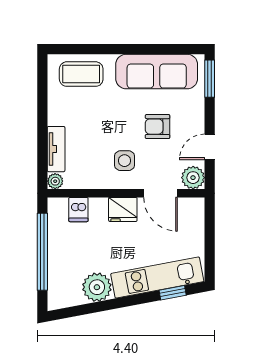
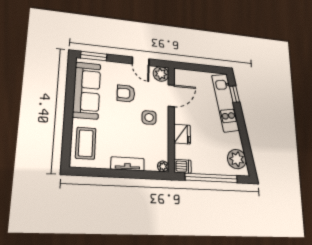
armchair: (158, 127) -> (126, 93), turned 90
tv unit: (56, 149) -> (128, 164), moved
fridge: (123, 209) -> (182, 134), moved
dishwasher: (78, 210) -> (183, 166), moved
plant: (97, 287) -> (237, 159), moved

